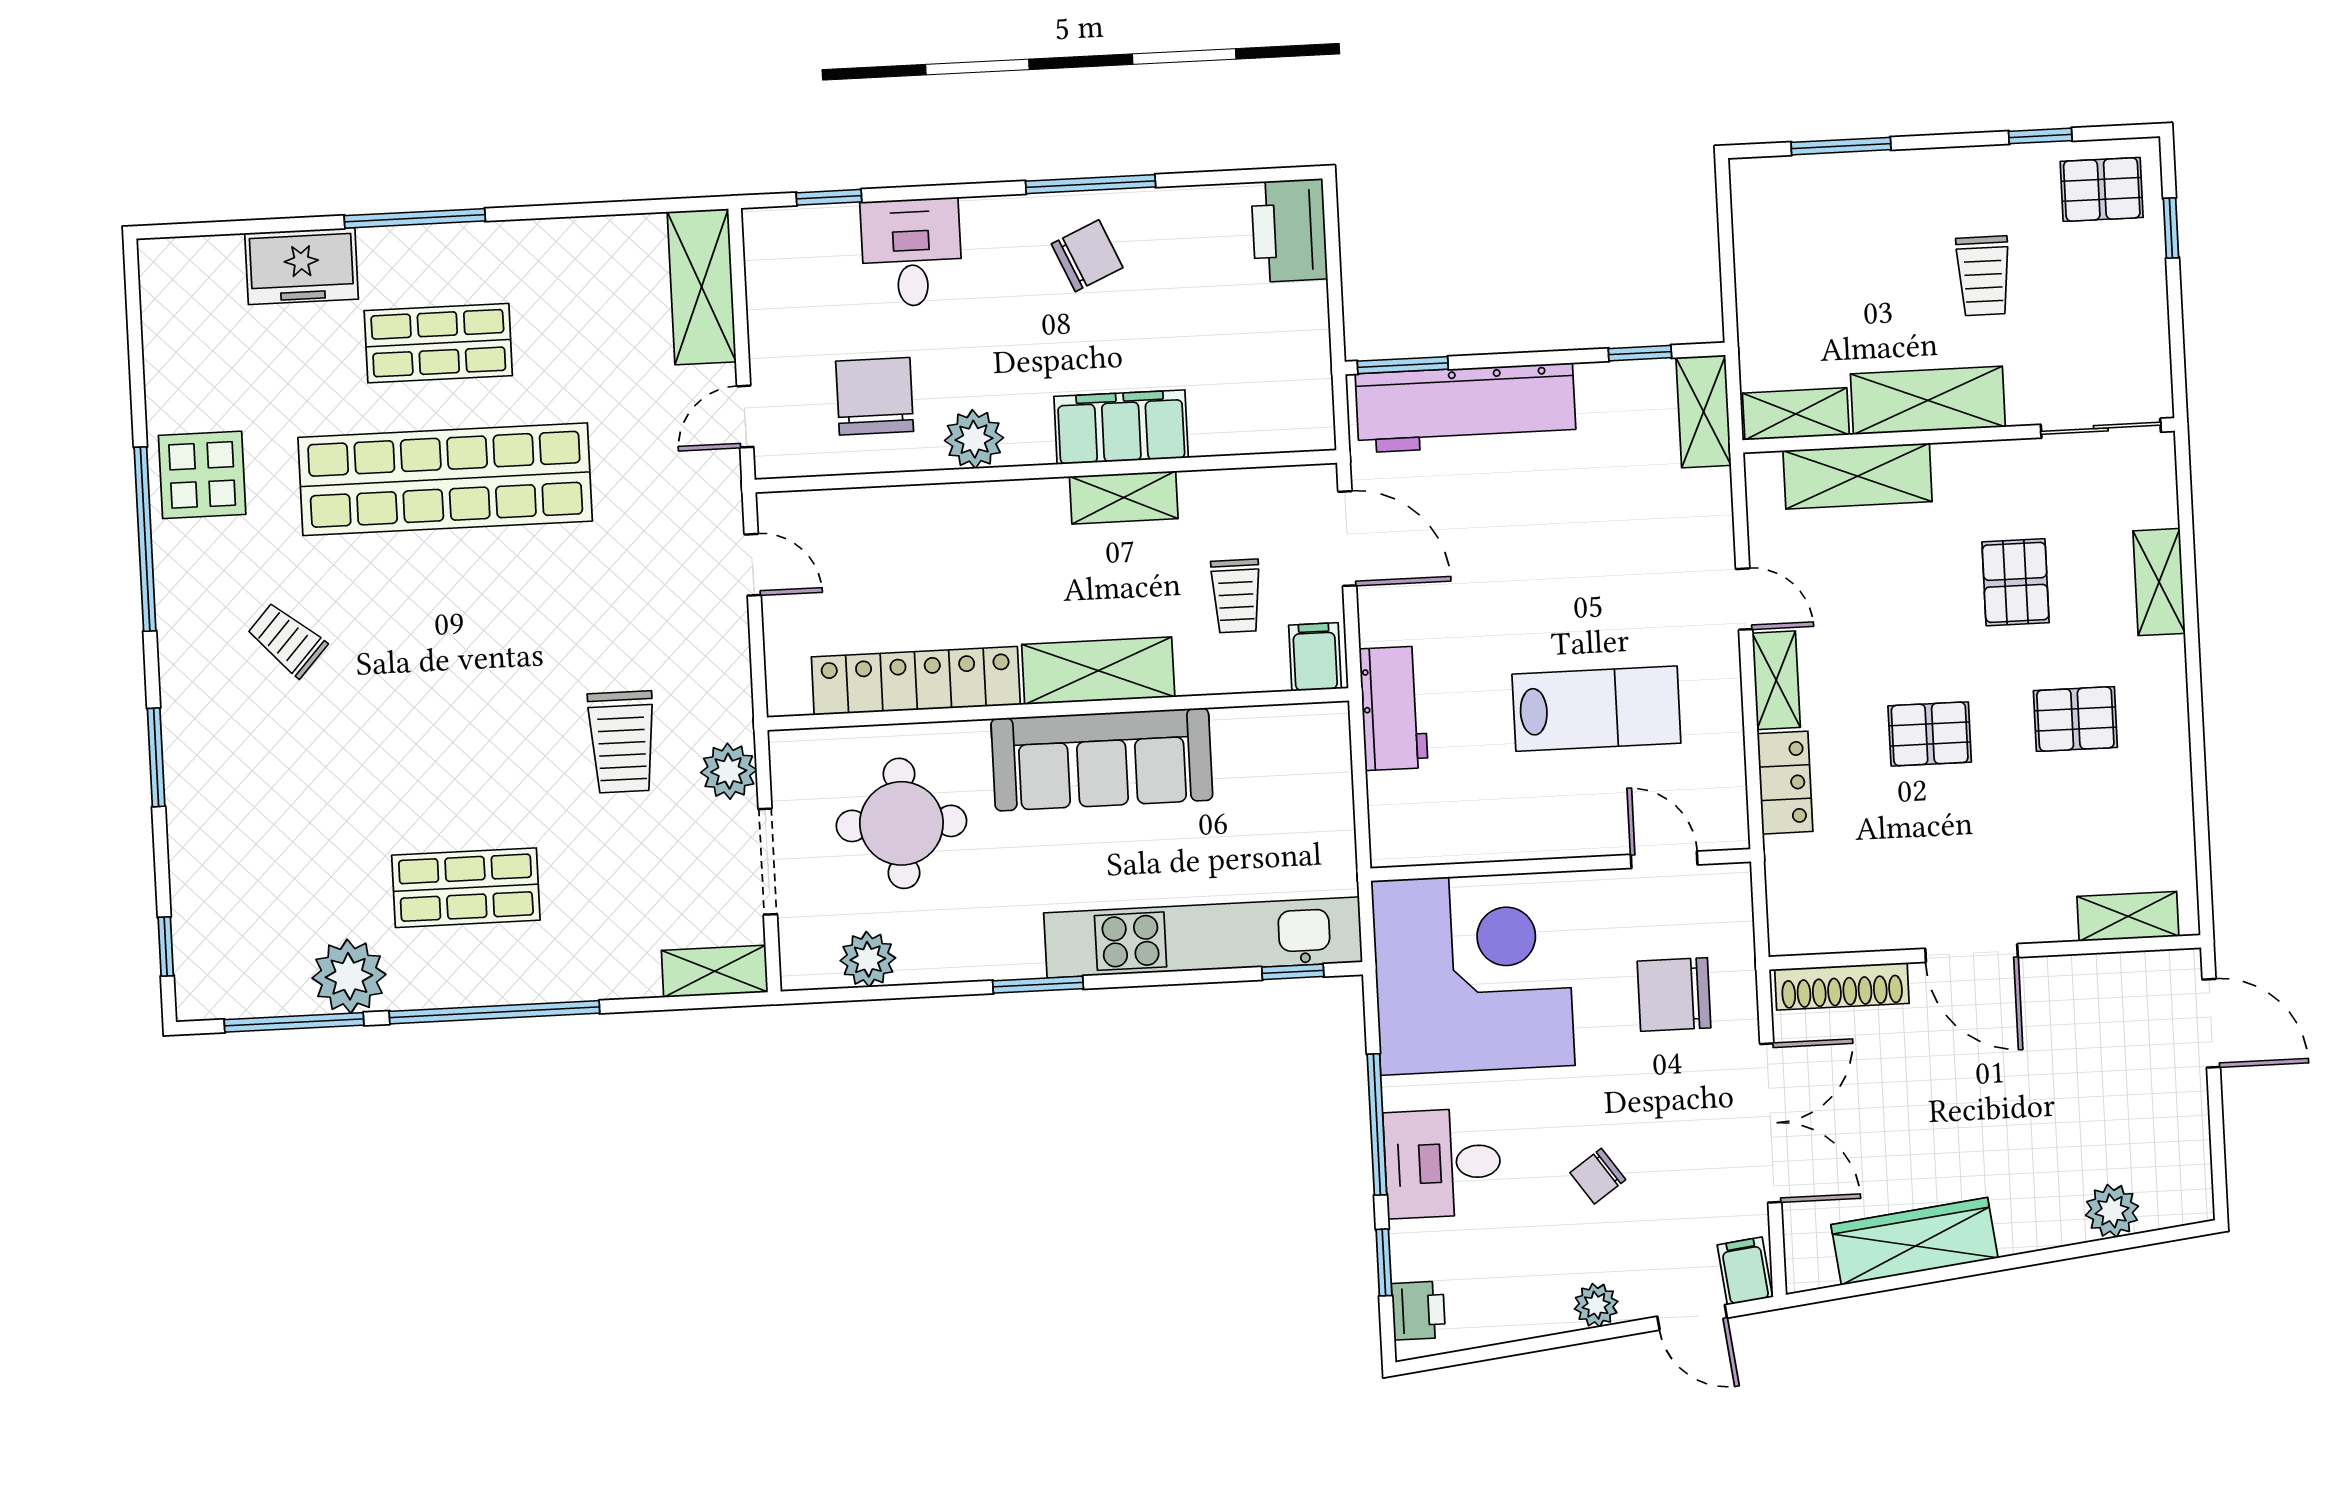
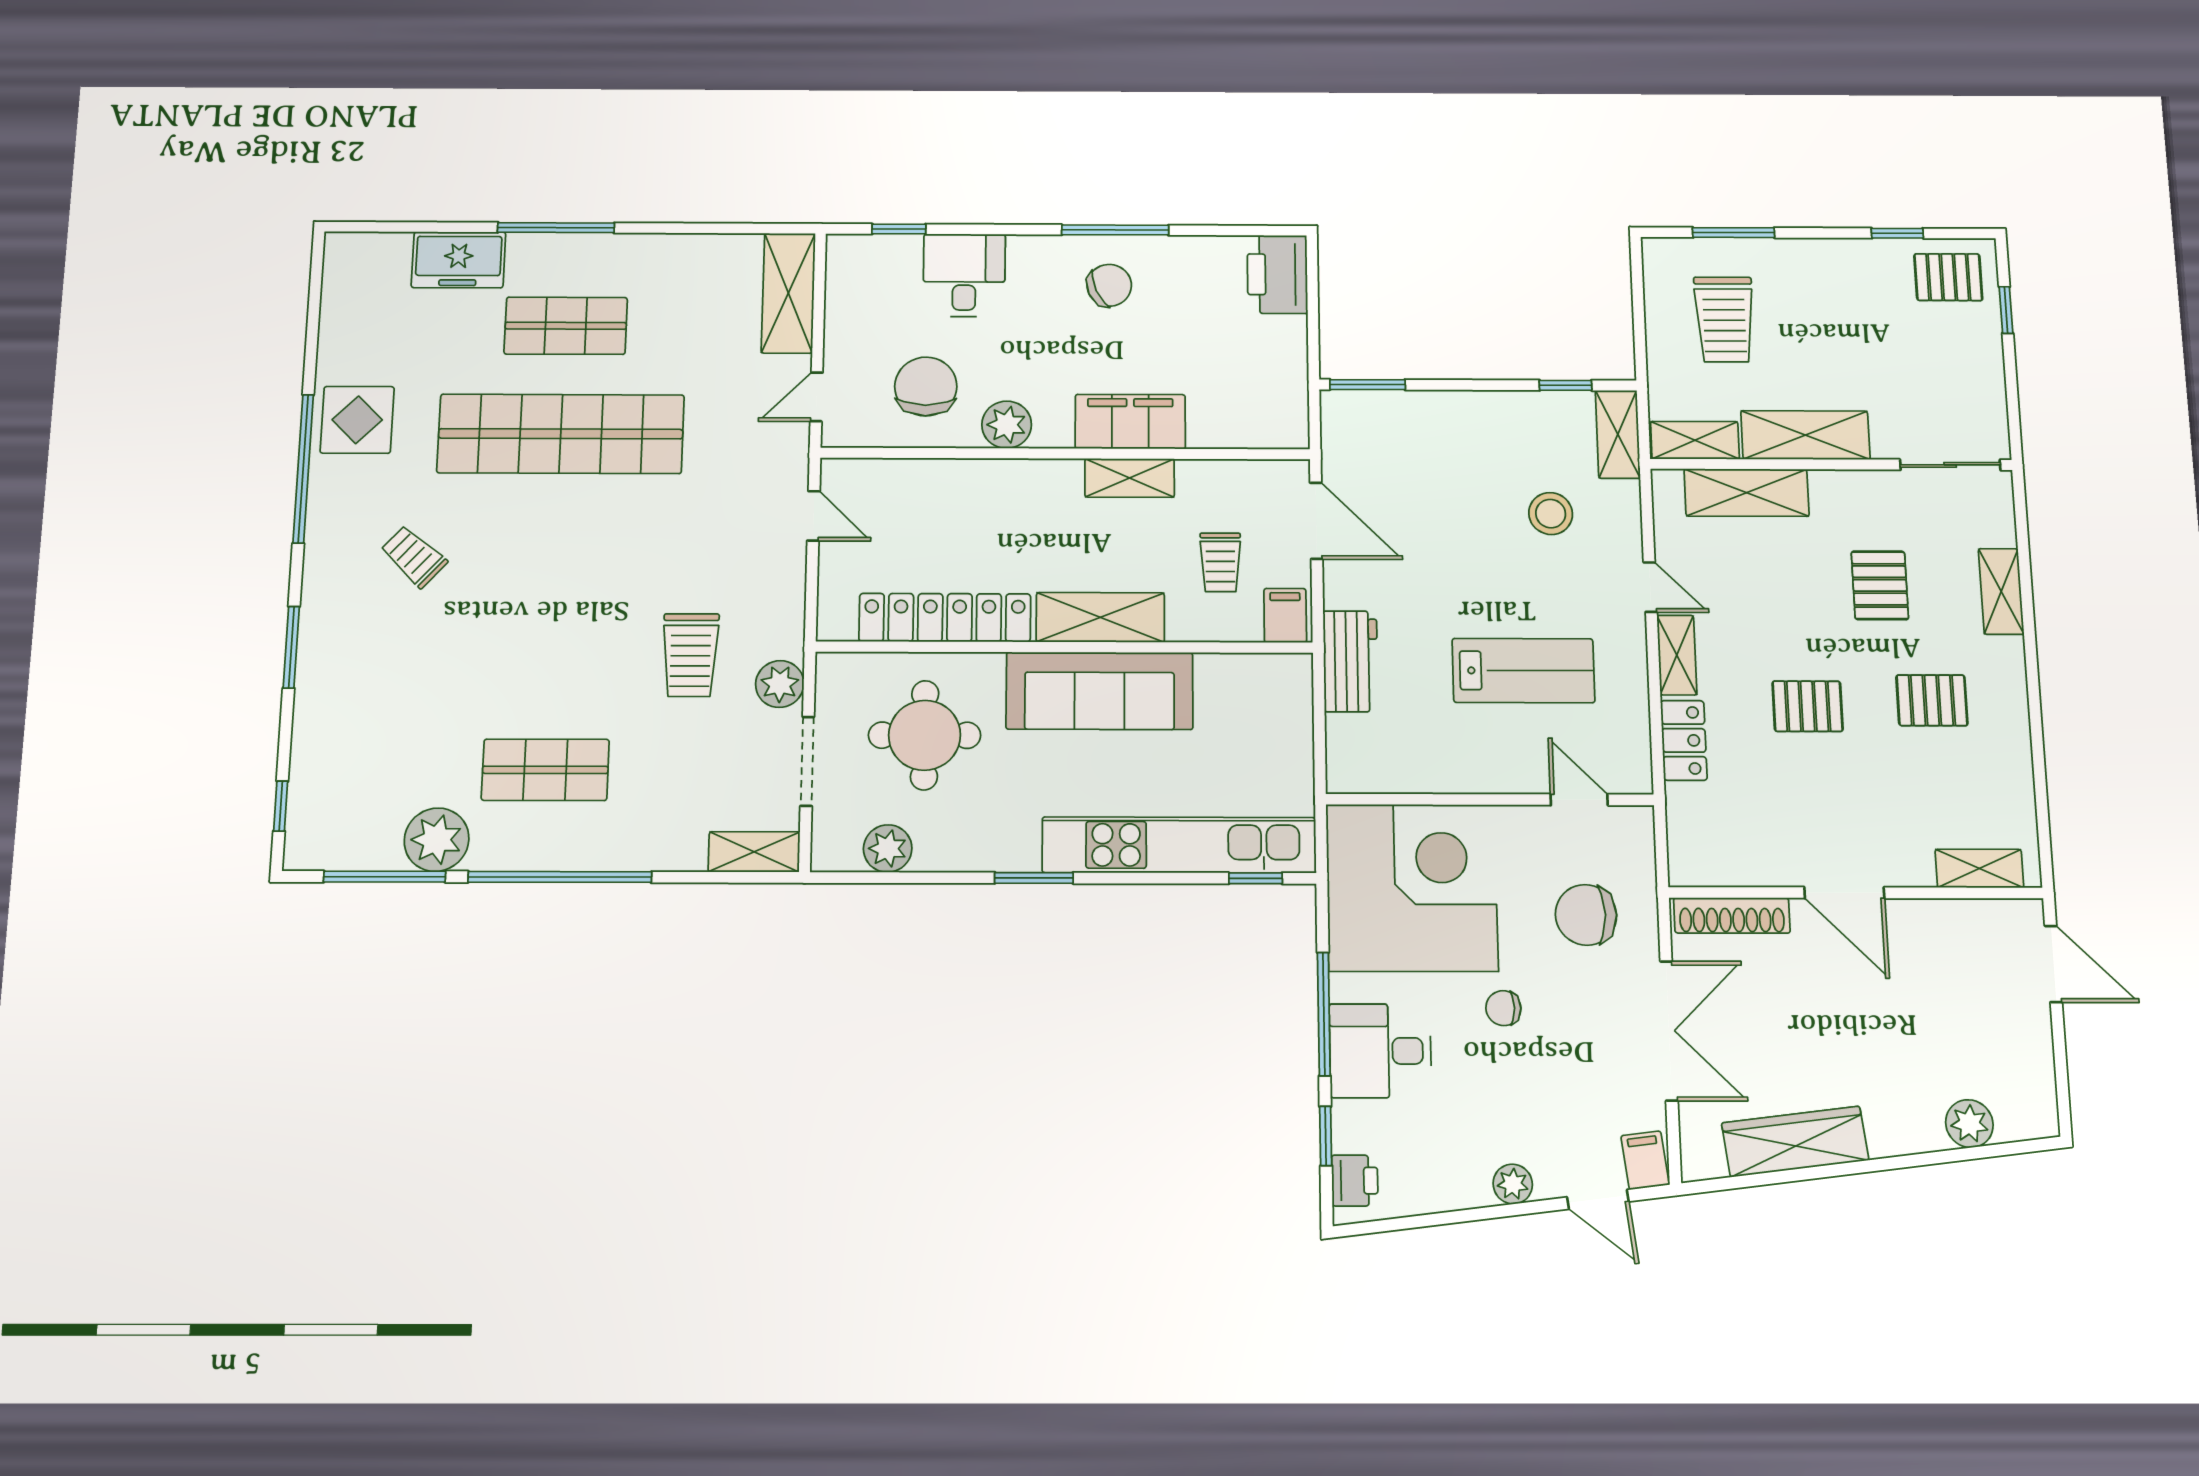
trolley: (1983, 276) -> (1724, 319), moved, width x1.36, depth x1.39
workbench: (1466, 408) -> (1419, 421), removed
stool: (1625, 515) -> (1551, 514), added
chair: (1598, 1176) -> (1503, 1008), moved, turned 35

